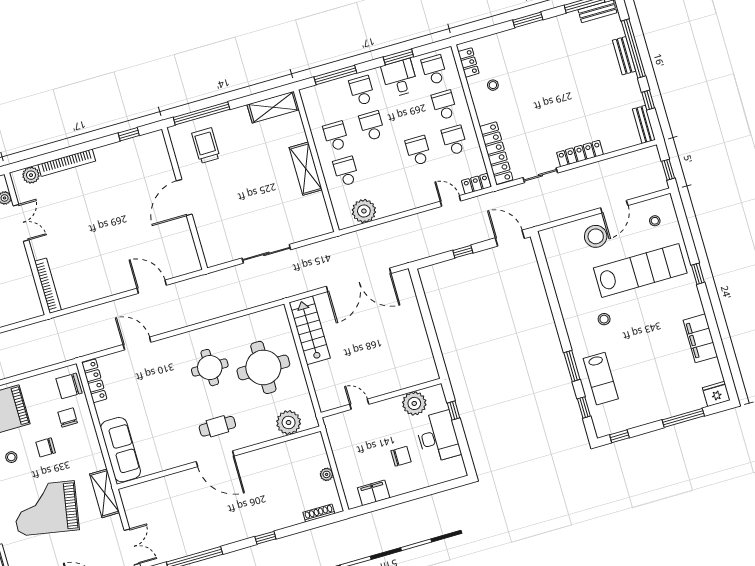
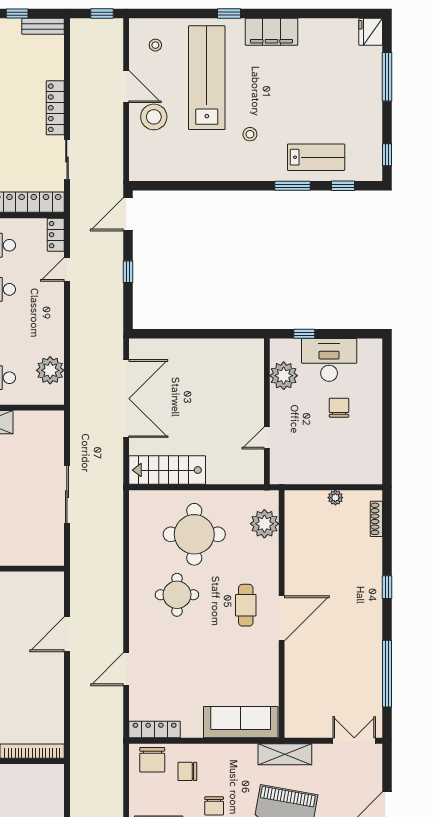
filing cabinet: (700, 338) -> (271, 32), moved
filing cabinet: (374, 493) -> (371, 451), removed

